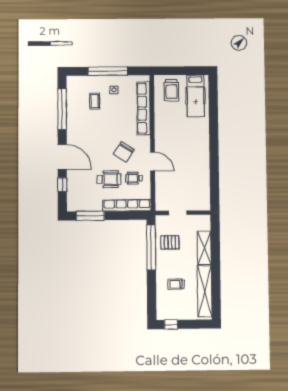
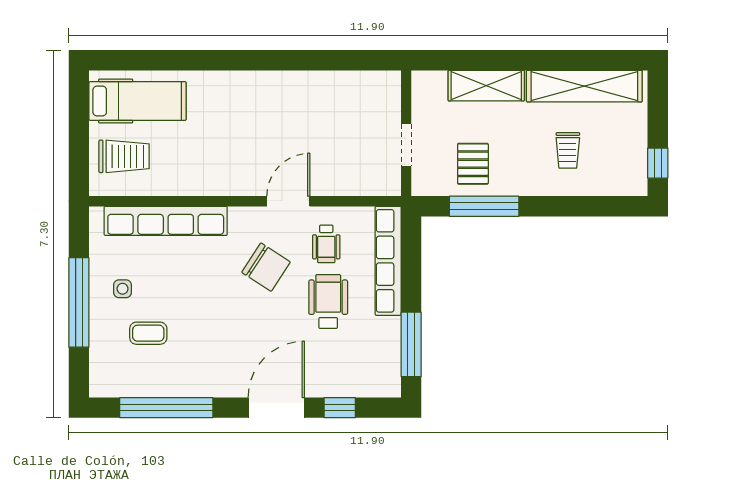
window: (151, 247) -> (484, 206), width x0.68

